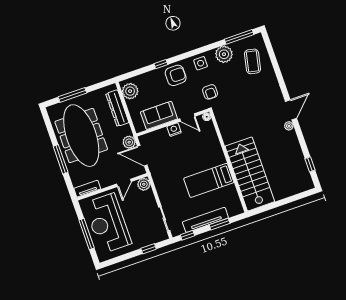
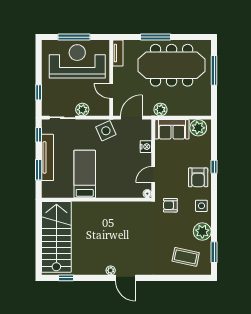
window: (239, 37) -> (214, 252), width x0.69
dresser: (117, 108) -> (186, 110), removed
sofa: (159, 115) -> (172, 129), moved, turned 90
nightstand: (174, 130) -> (146, 147), moved
plant: (129, 142) -> (160, 110), moved
stairs: (250, 174) -> (56, 237), moved, turned -90
side table: (162, 175) -> (106, 131), added
plant: (144, 184) -> (82, 110), moved

